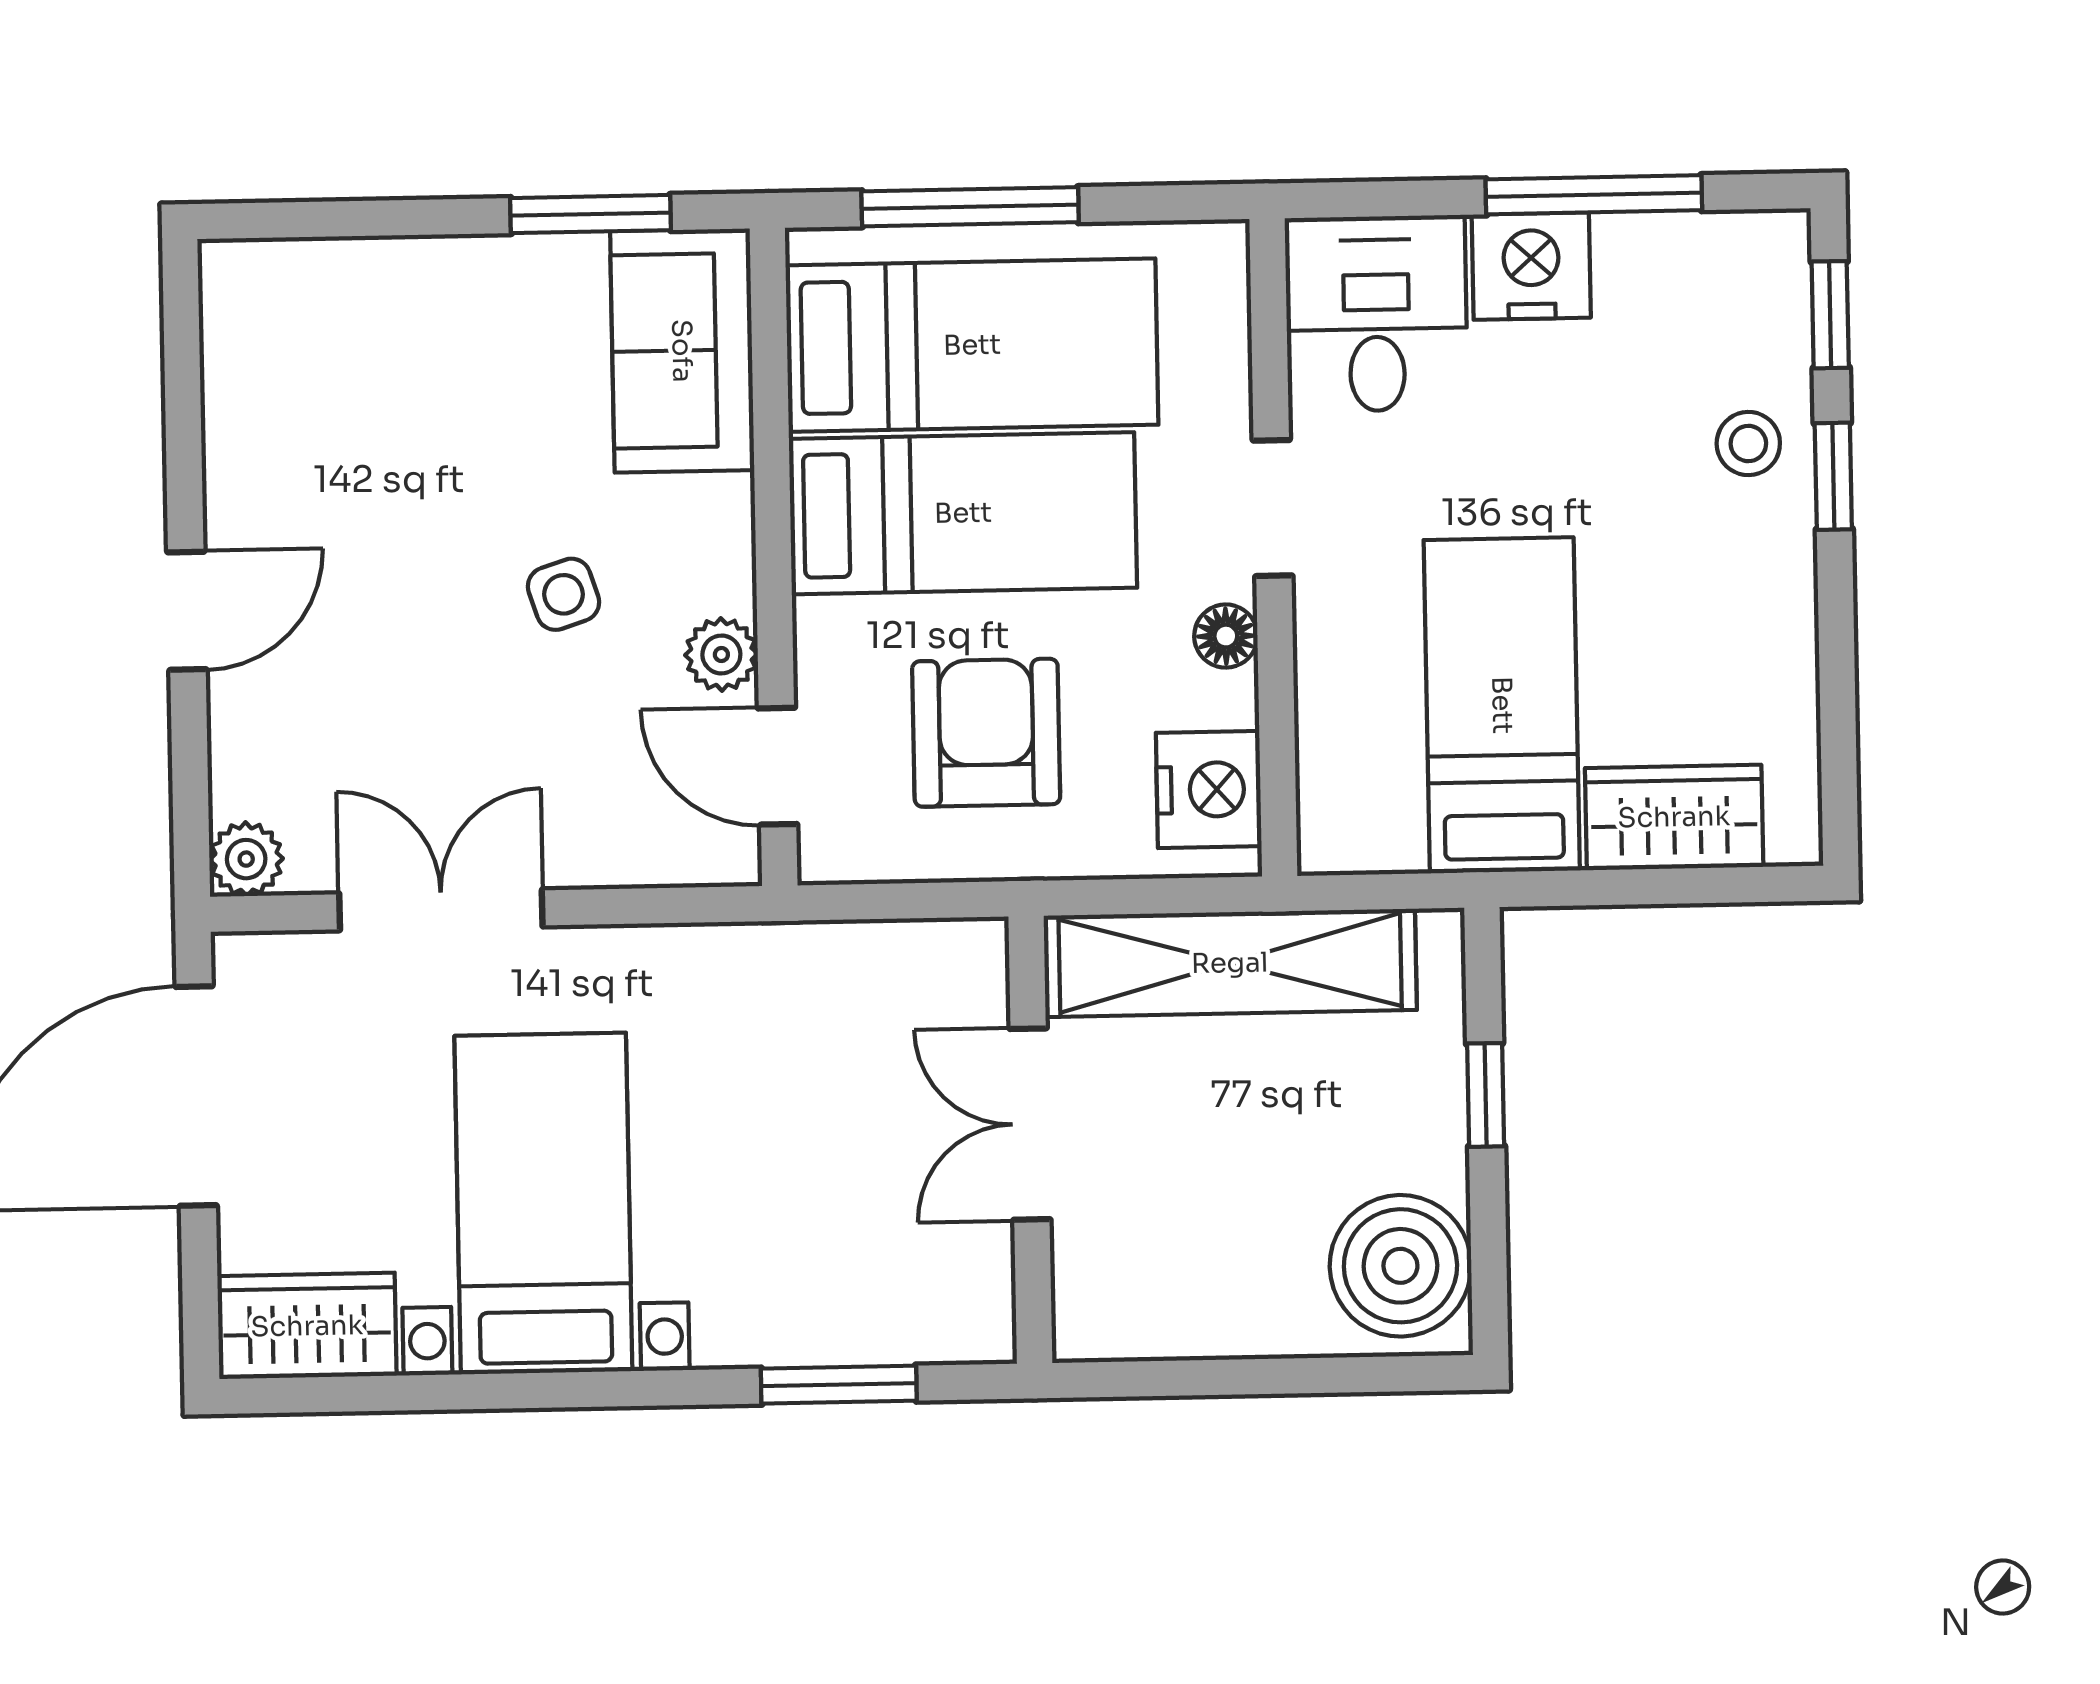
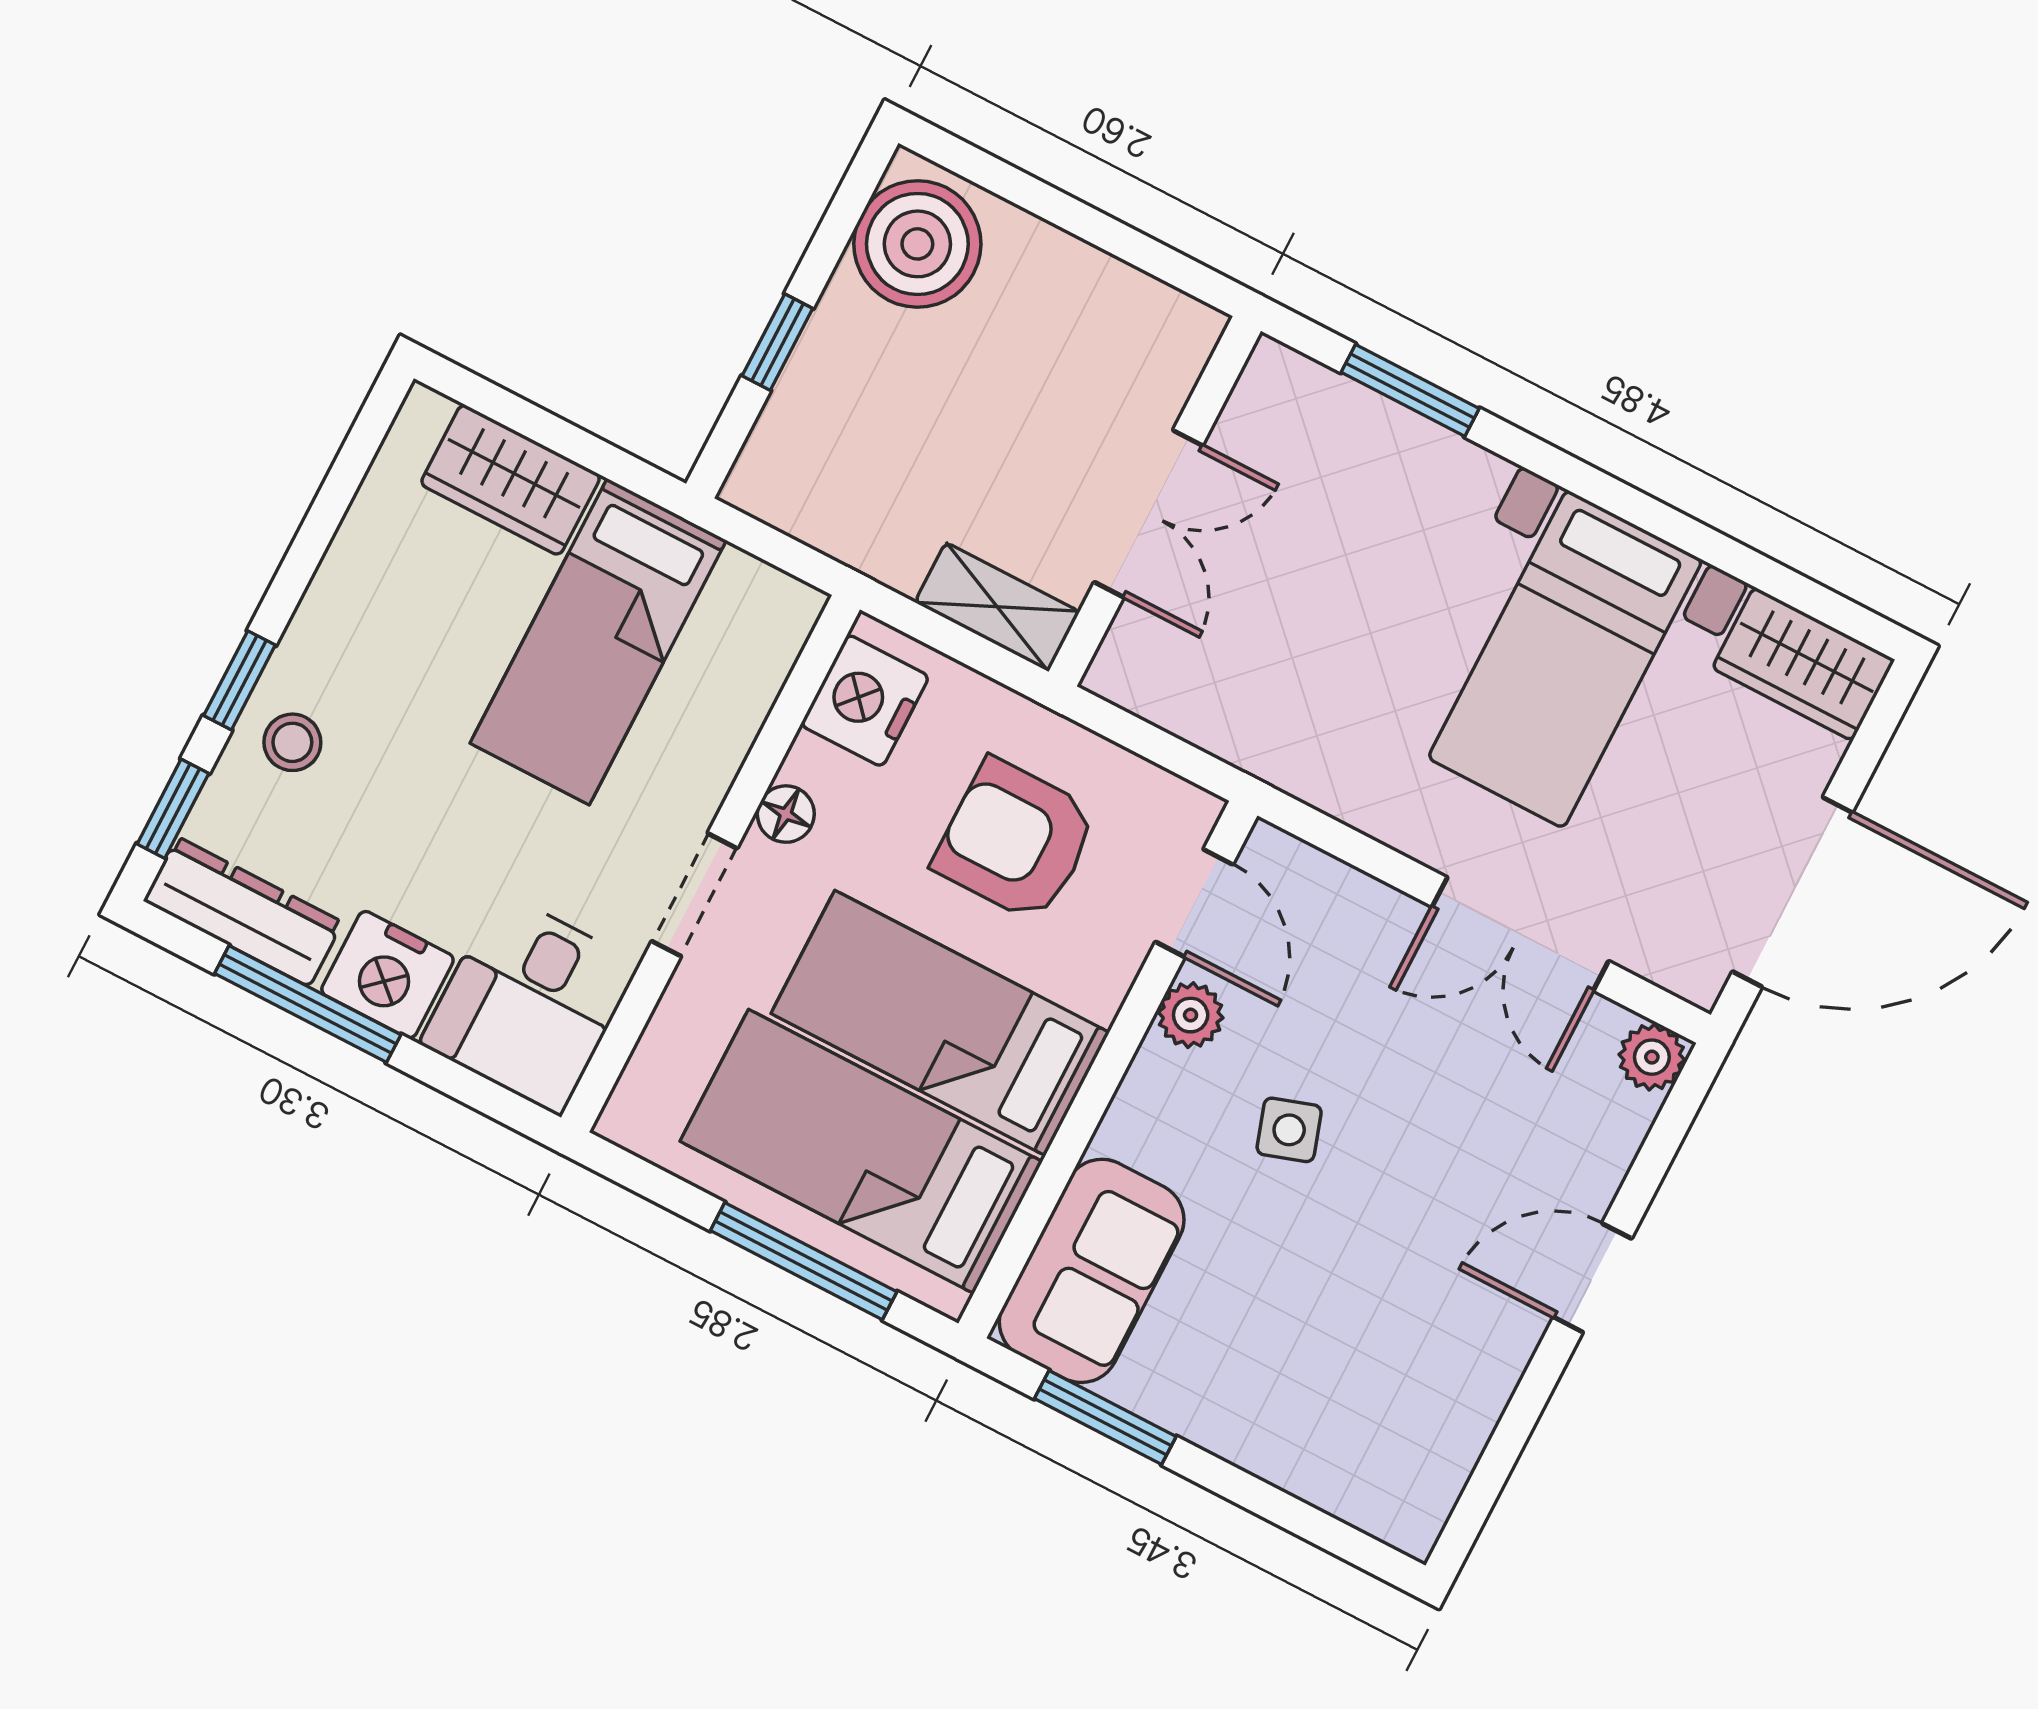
dresser: (1707, 251) -> (243, 911), added
armchair: (986, 733) -> (1016, 840), turned 90
shelving: (1230, 963) -> (997, 607), width x0.45, depth x0.75

